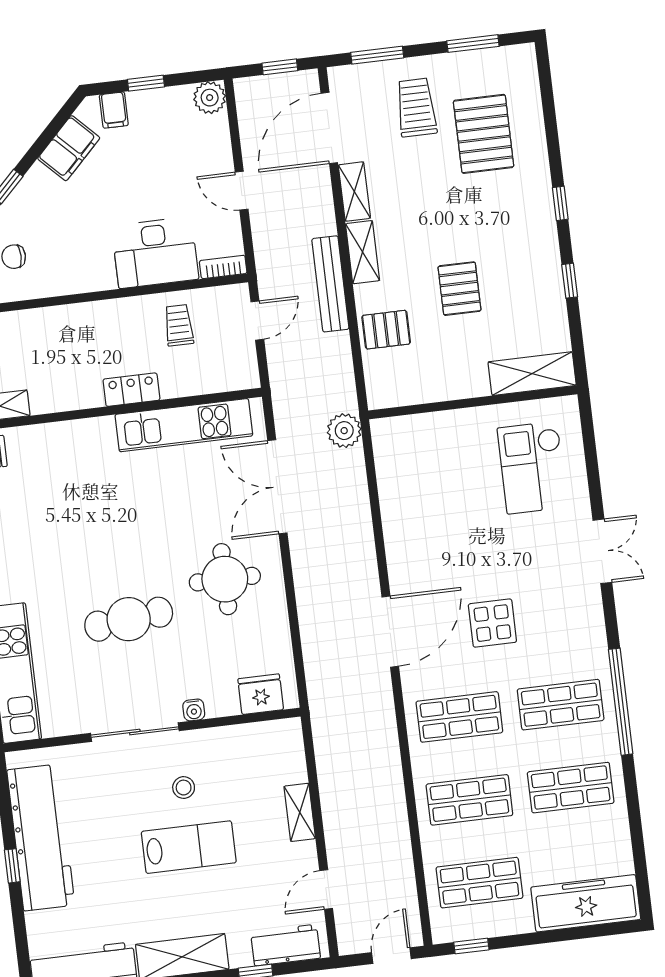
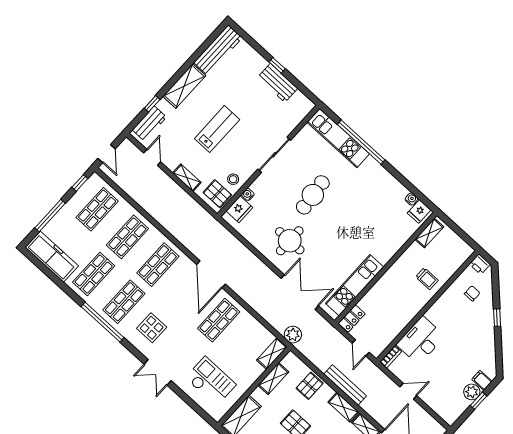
plant: (210, 98) -> (472, 392), moved
filing cabinet: (69, 148) -> (487, 352), removed
trolley: (179, 325) -> (427, 279), moved
shelving: (432, 389) -> (273, 379), added
locker: (131, 390) -> (352, 319), moved
shelving: (401, 429) -> (272, 353), added
shop shelf: (439, 551) -> (219, 320), added
display table: (492, 623) -> (152, 328), moved
water cooler: (194, 710) -> (248, 194), moved
pallet: (274, 747) -> (217, 194), added
stool: (184, 788) -> (233, 179), moved
workbench: (41, 838) -> (278, 83), width x0.53, depth x0.76
lab bench: (189, 847) -> (217, 129), turned 180
freezer: (586, 903) -> (52, 257), moved, turned -90
window: (561, 935) -> (50, 216), added

